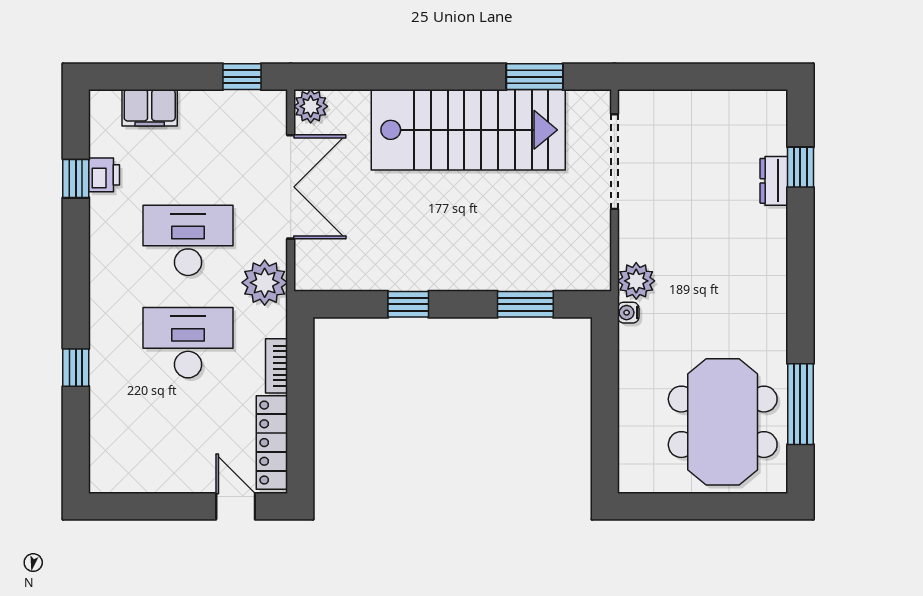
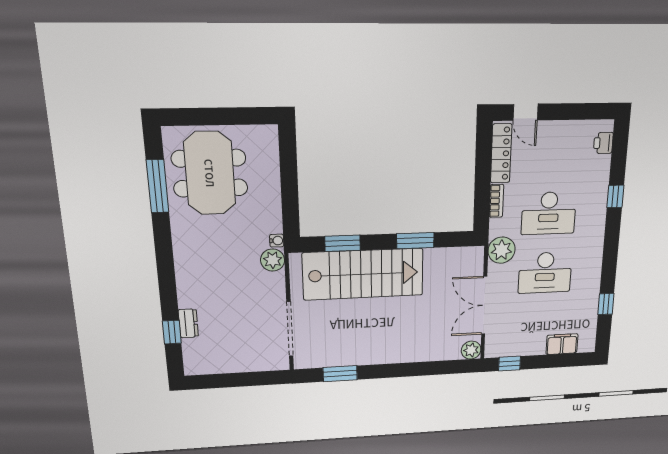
stairs: (468, 130) -> (363, 274), moved, turned 180
printer: (104, 175) -> (603, 143), moved
window: (408, 304) -> (415, 241), width x1.50

